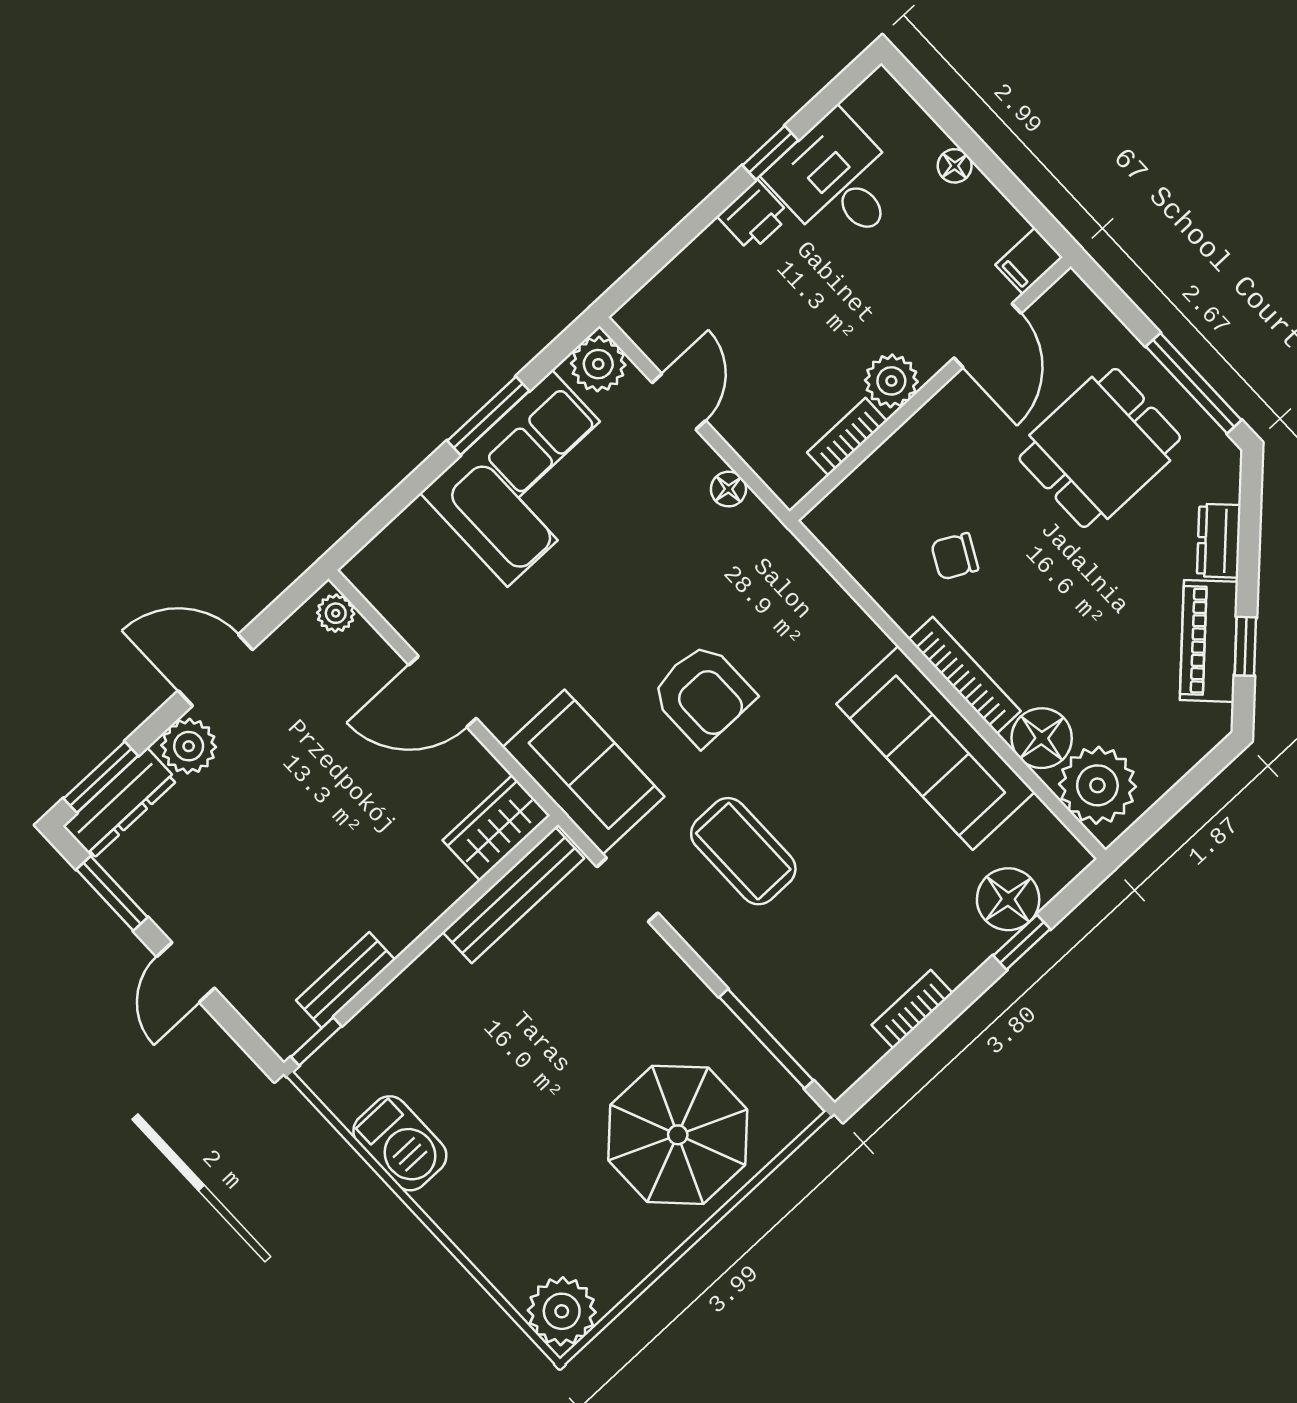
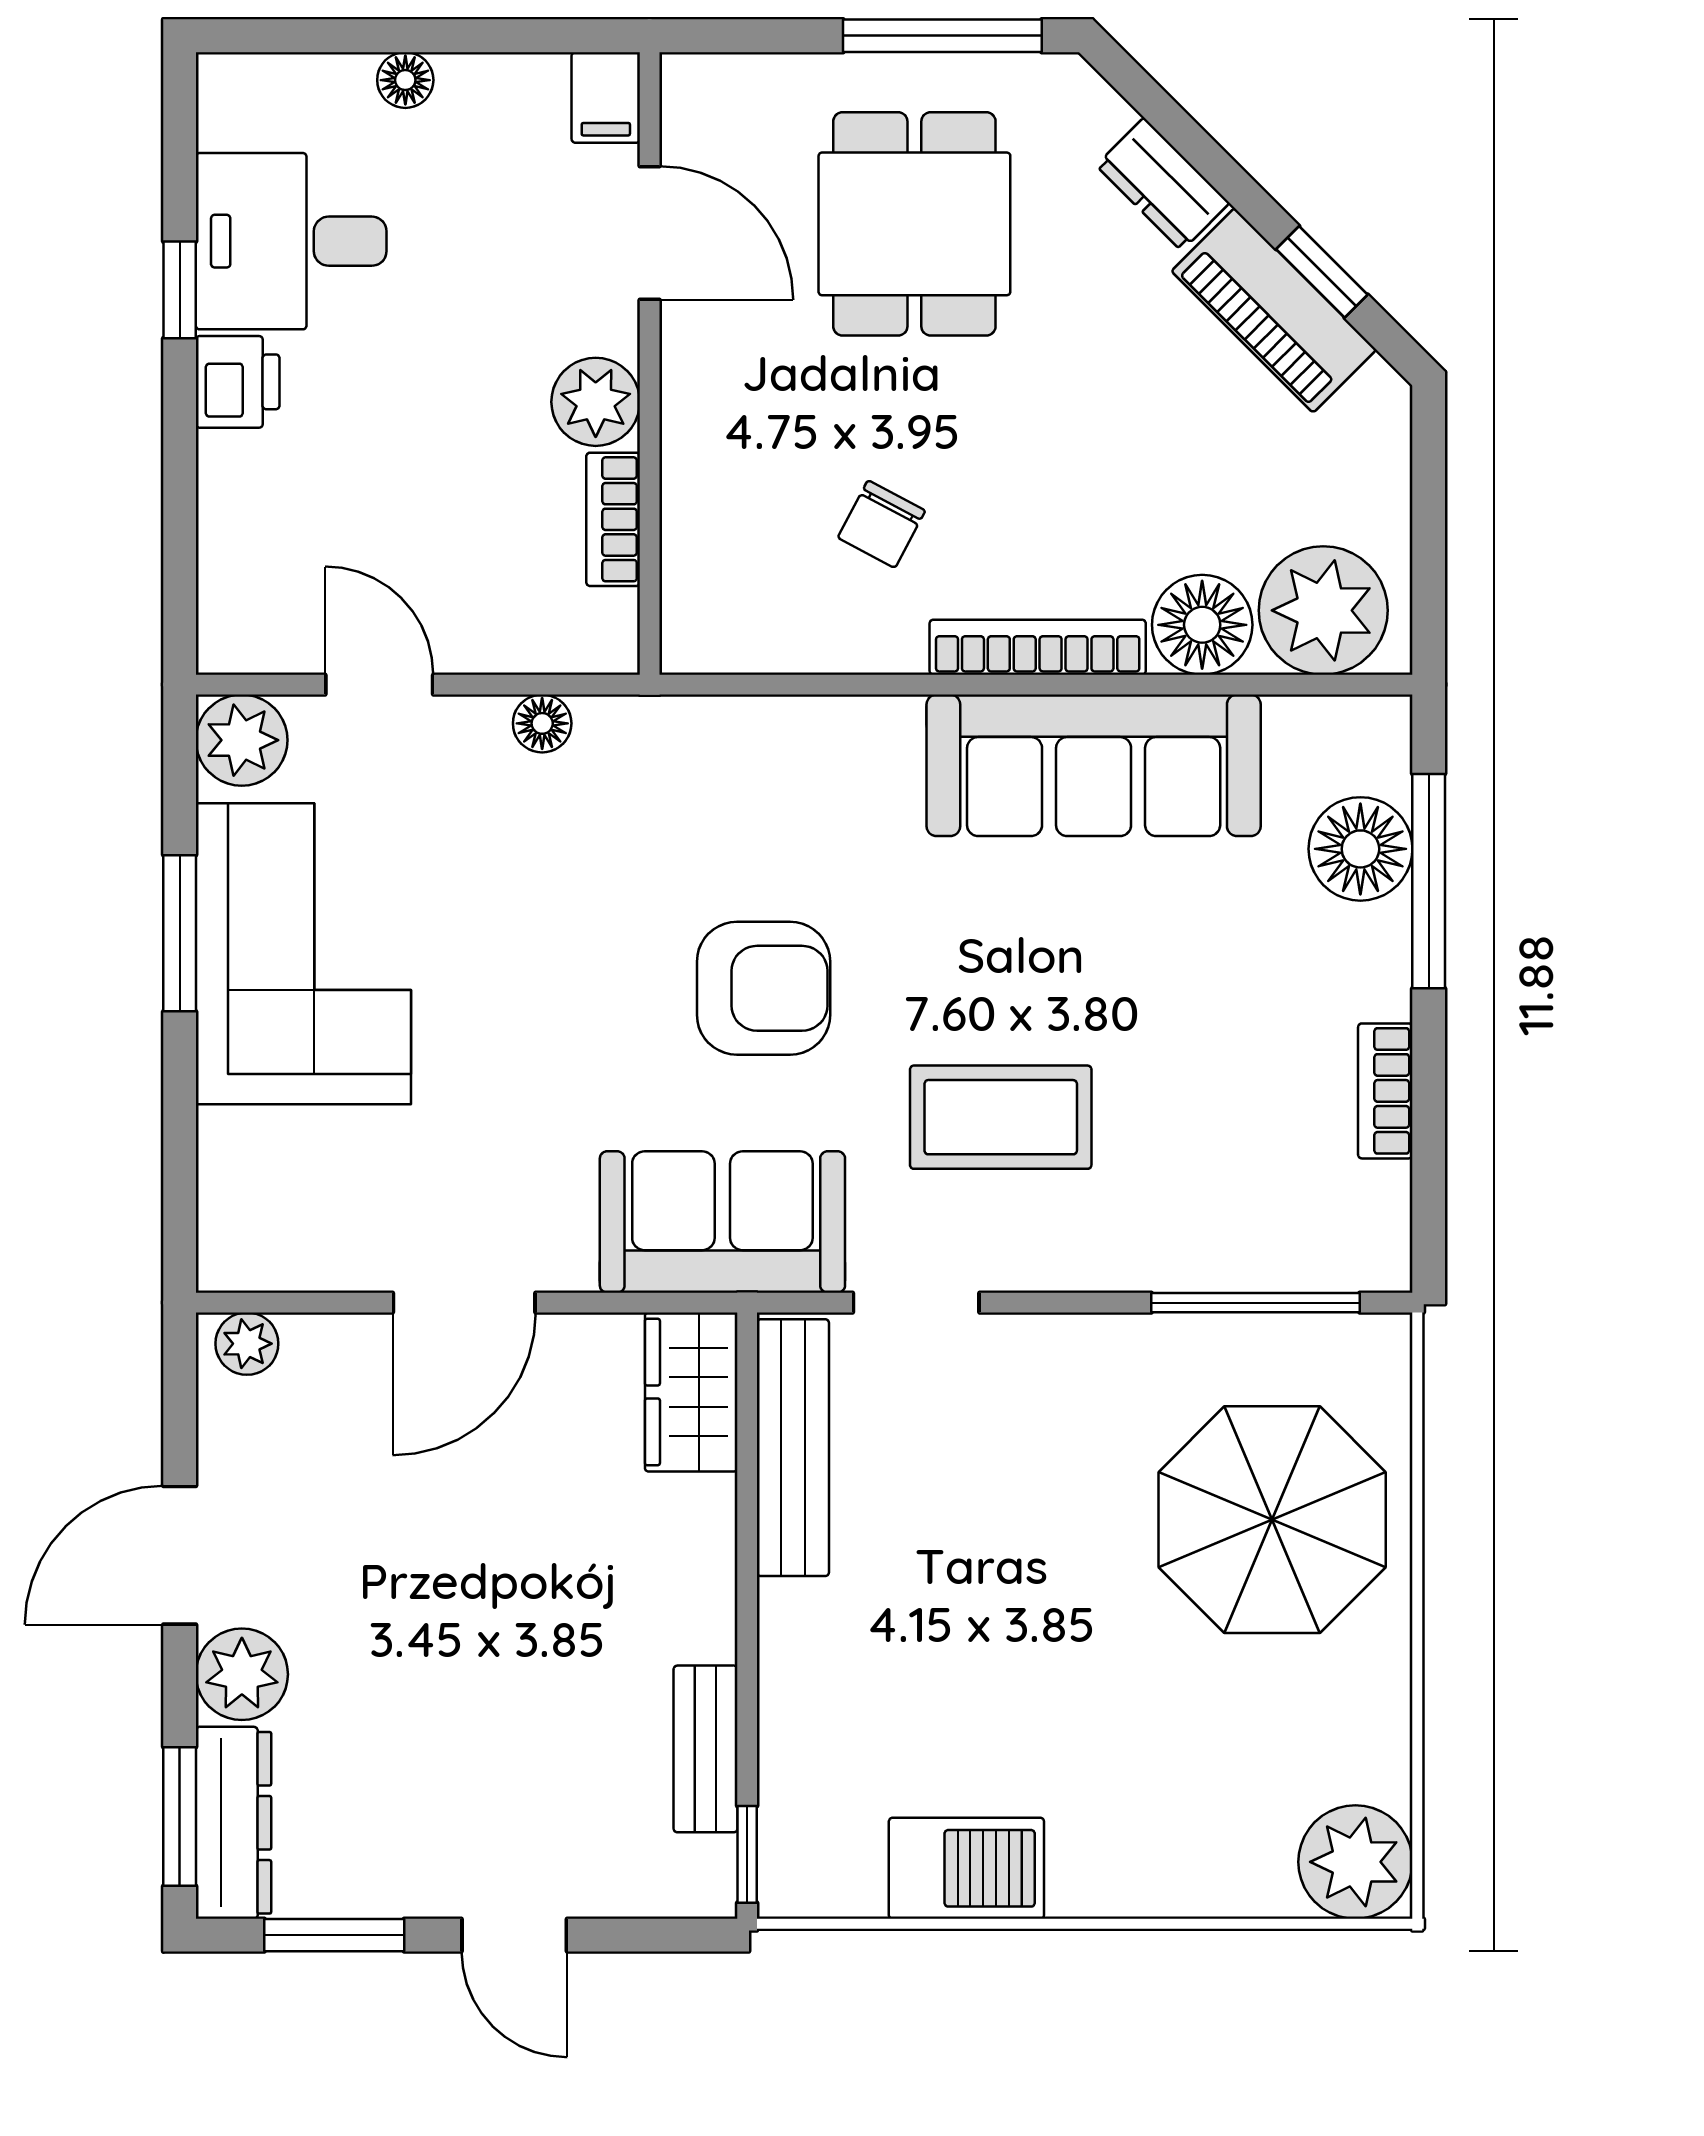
window: (1022, 942) -> (1429, 881), width x2.17

